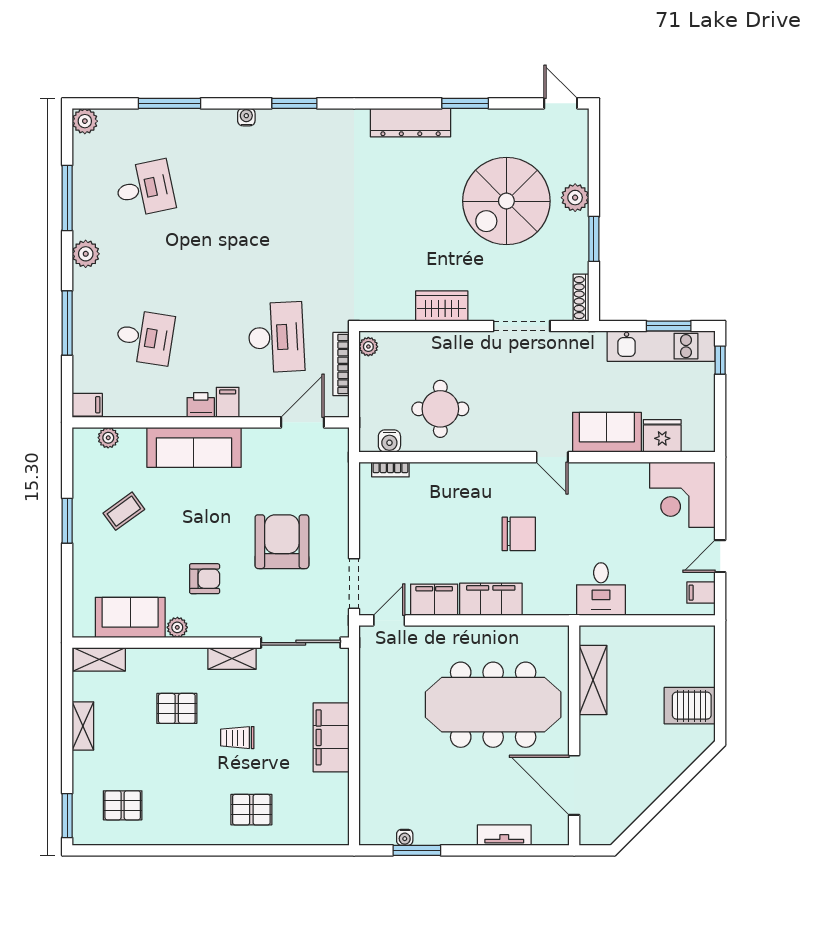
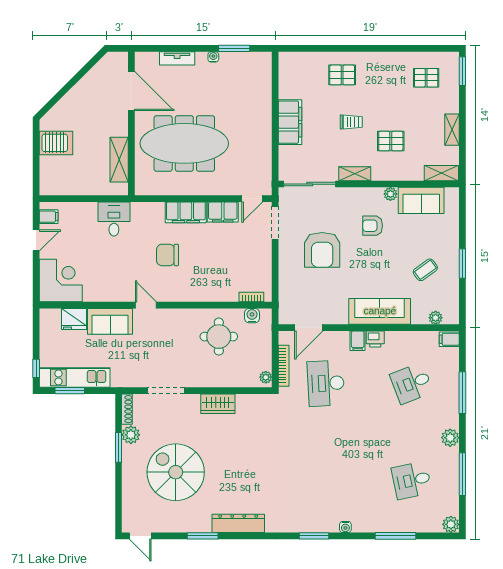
plant: (575, 198) -> (131, 435), moved
spiral stairs: (506, 201) -> (176, 472), turned -90
desk: (145, 337) -> (412, 383), turned -30
water cooler: (405, 837) -> (213, 57), moved

